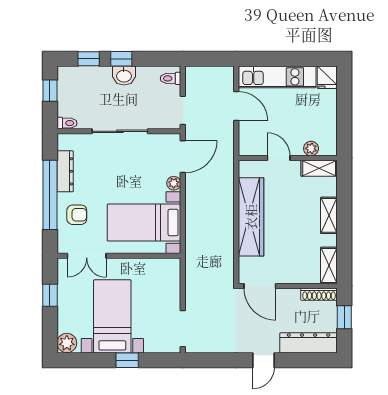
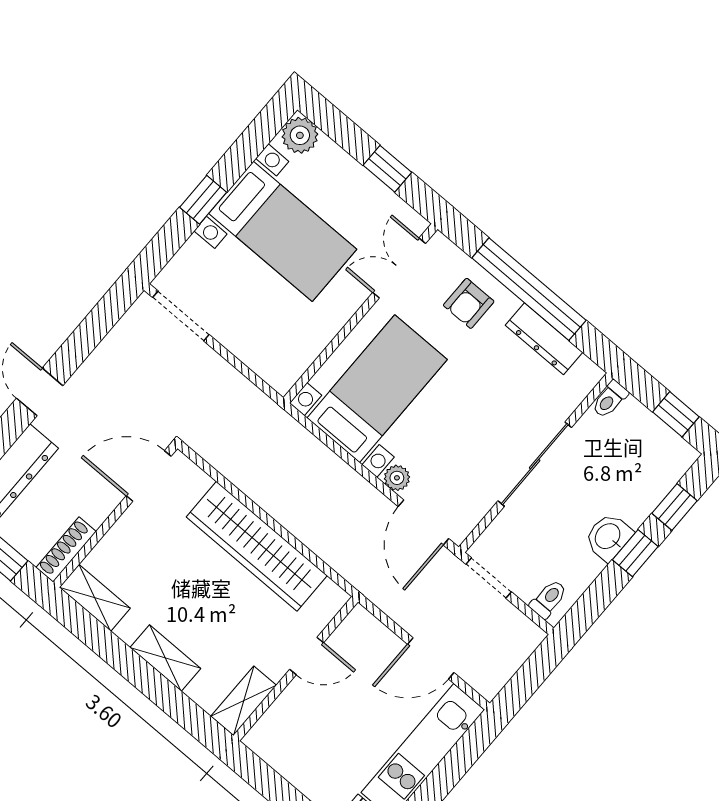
plant: (311, 148) -> (281, 713), removed

